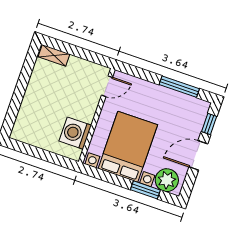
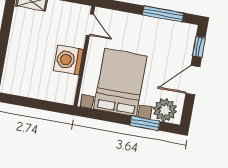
door: (107, 86) -> (90, 25), hinge flipped
washing machine: (75, 133) -> (68, 60), moved

